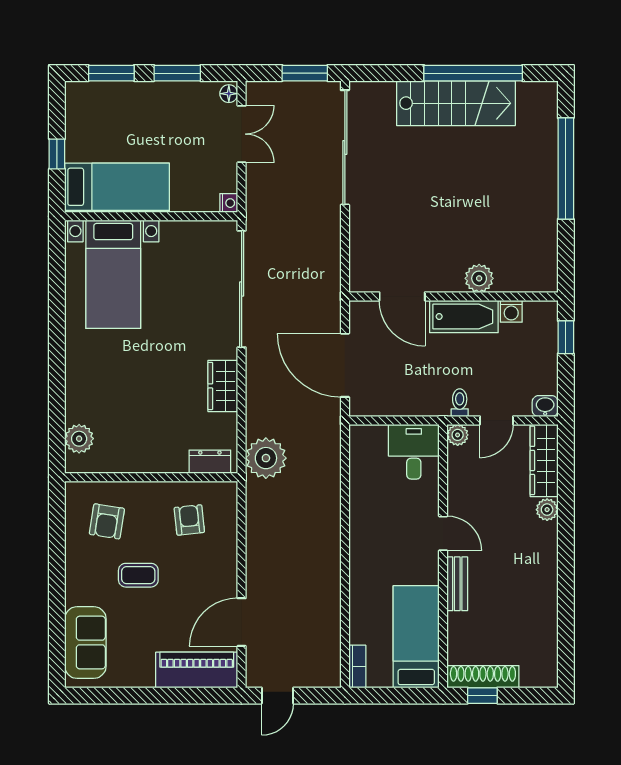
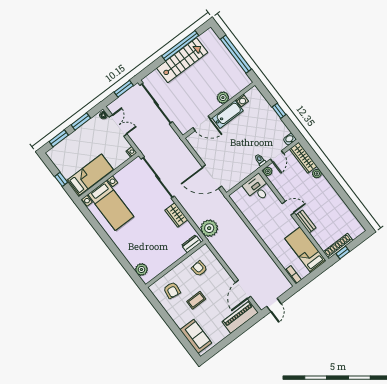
plant: (479, 278) -> (223, 98), moved
door: (402, 296) -> (202, 123), moved
wall: (453, 296) -> (219, 110), moved
washing machine: (511, 311) -> (242, 100), moved
bathtub: (464, 317) -> (228, 114), moved

